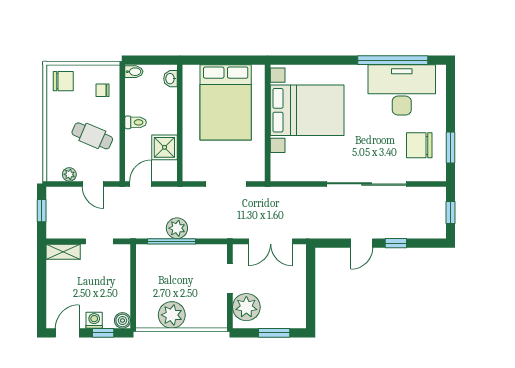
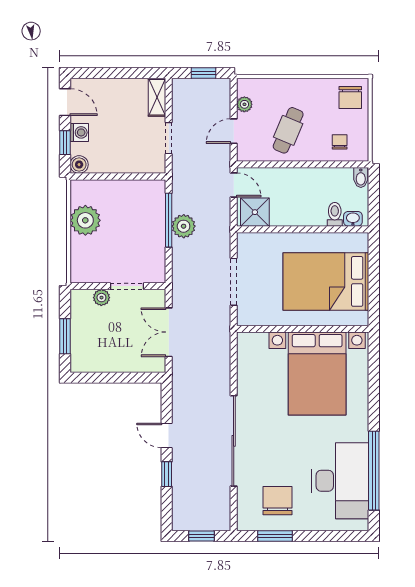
toilet: (136, 122) -> (335, 214), moved, turned 180
shower: (164, 147) -> (255, 212), moved
plant: (246, 307) -> (101, 298), width x0.53, depth x0.53

